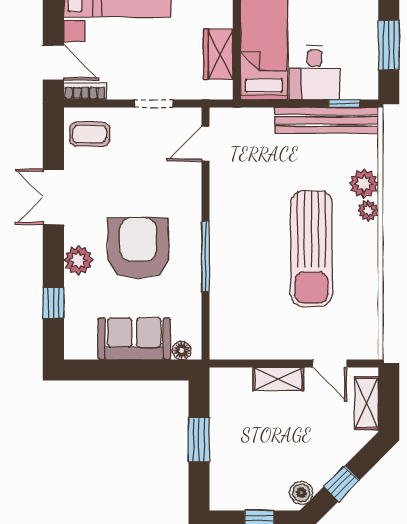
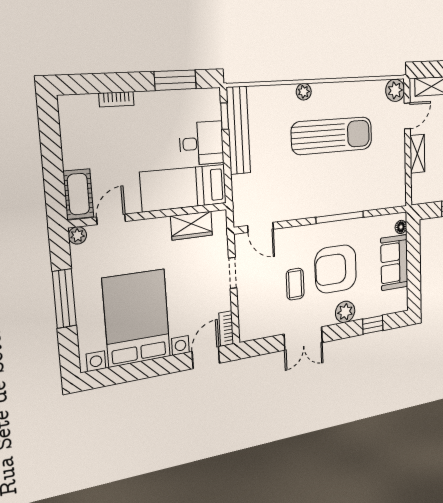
coffee table: (90, 134) -> (295, 284), moved
plant: (364, 184) -> (395, 90), moved

